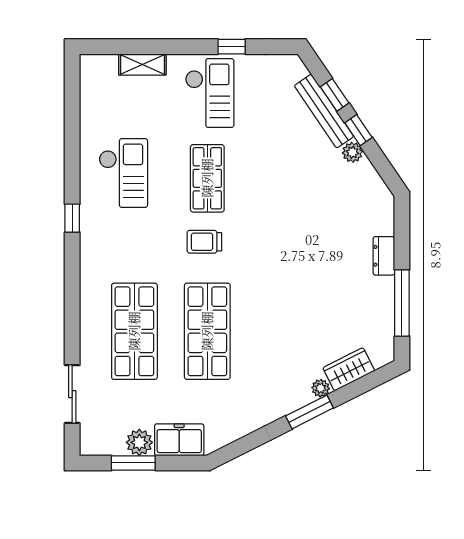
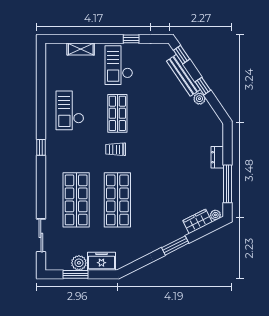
checkout: (210, 93) -> (119, 65), turned 180
window: (335, 95) -> (182, 55), moved
checkout: (123, 173) -> (70, 110), turned 180
window: (72, 218) -> (41, 147), moved
plant: (321, 388) -> (215, 215), moved

